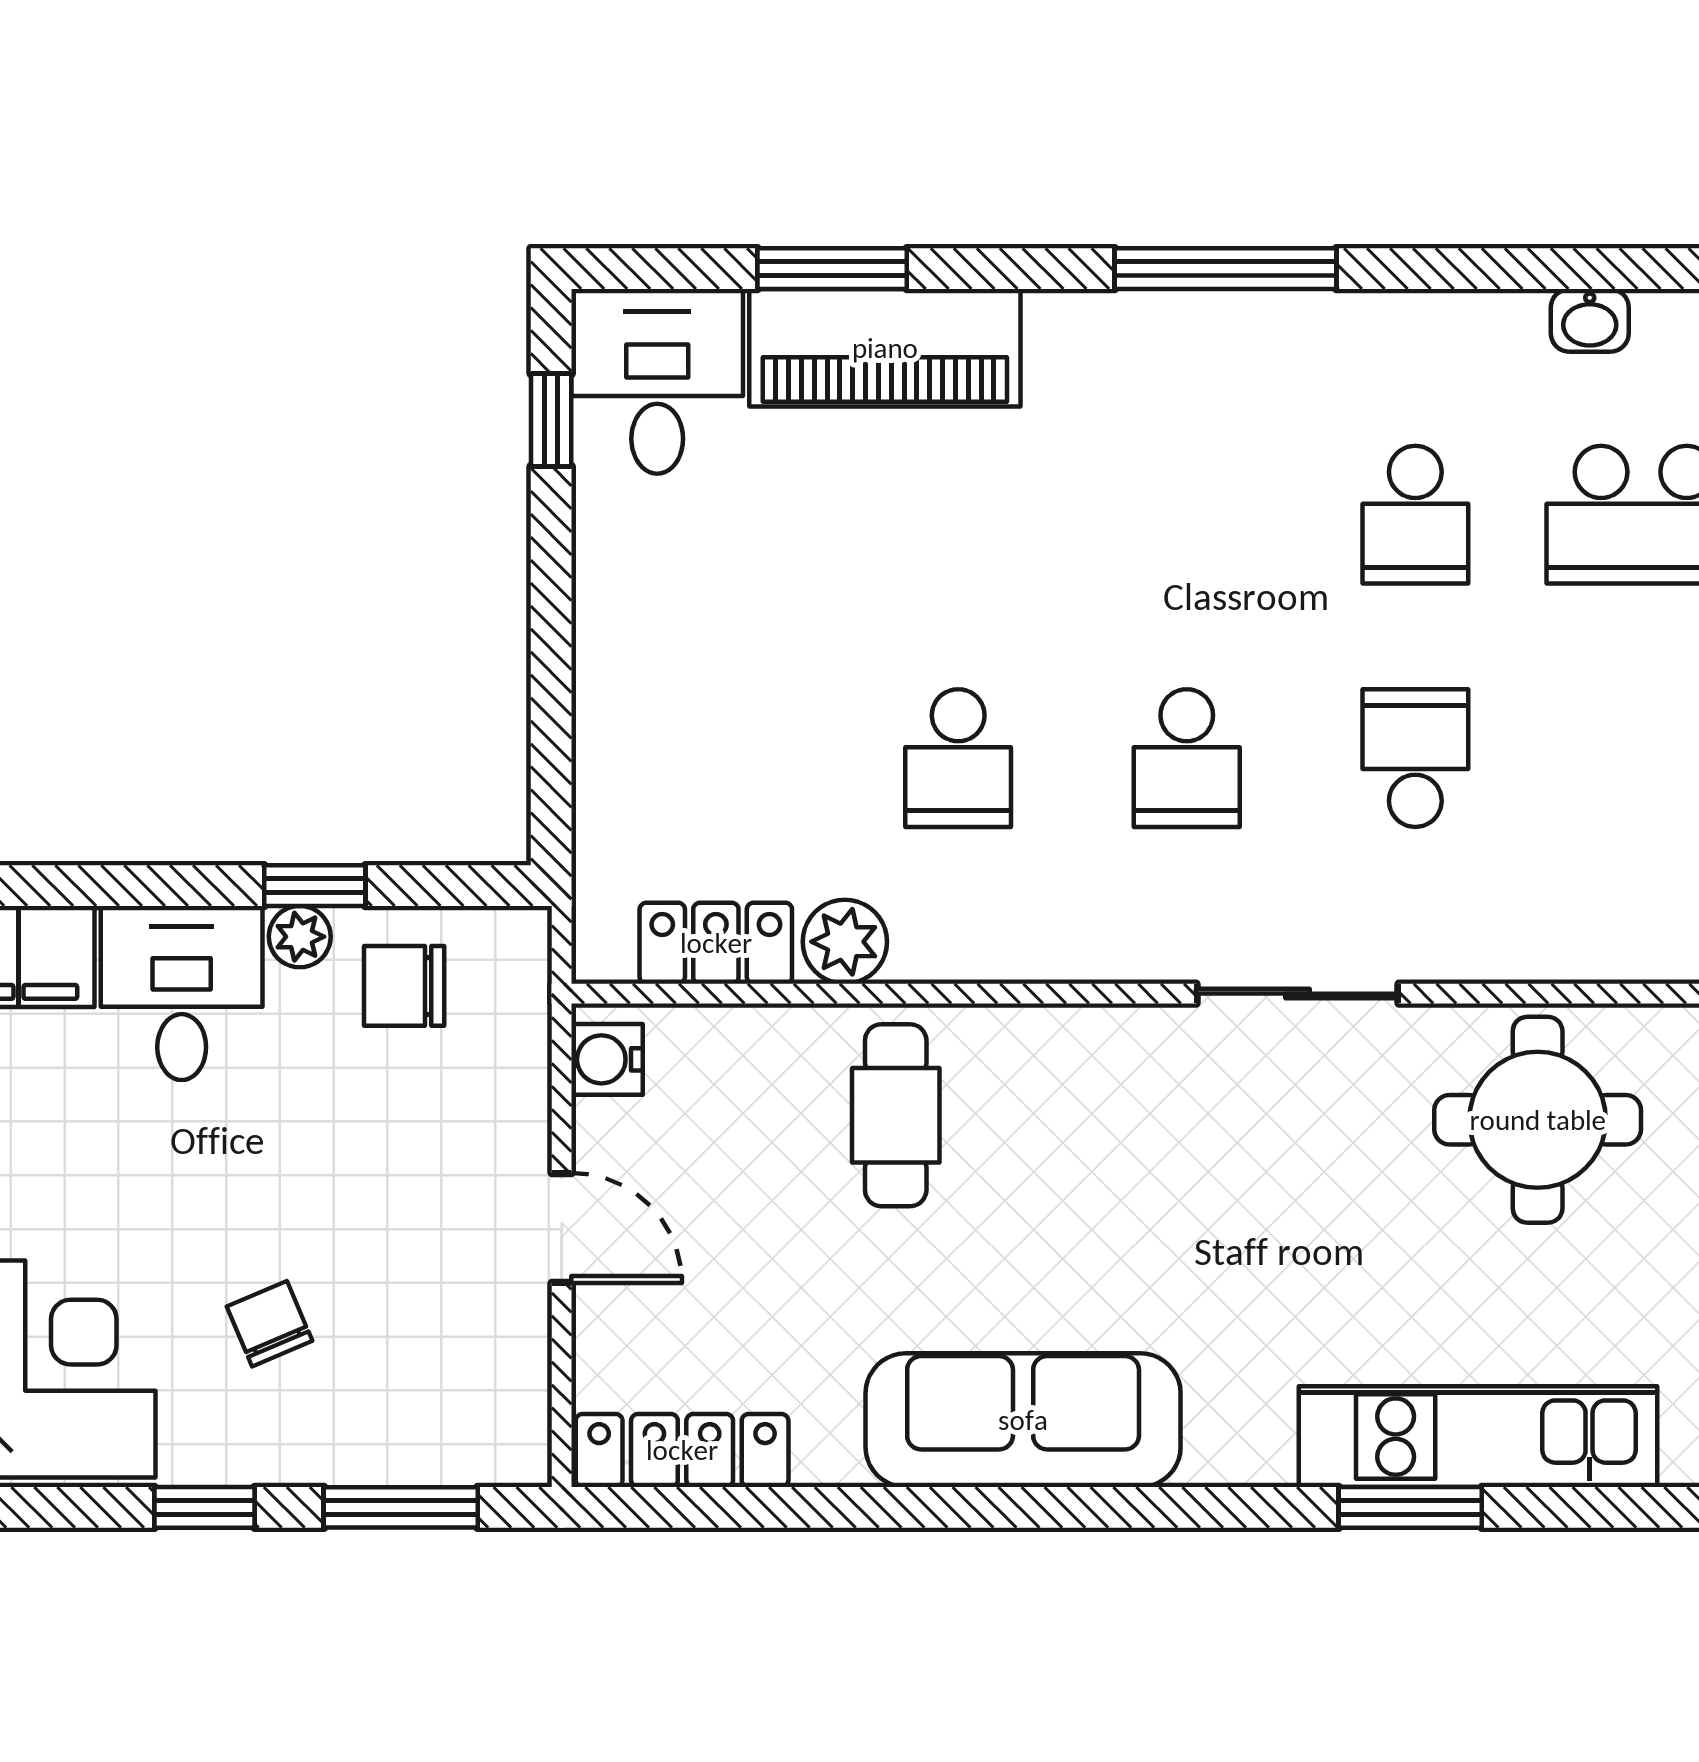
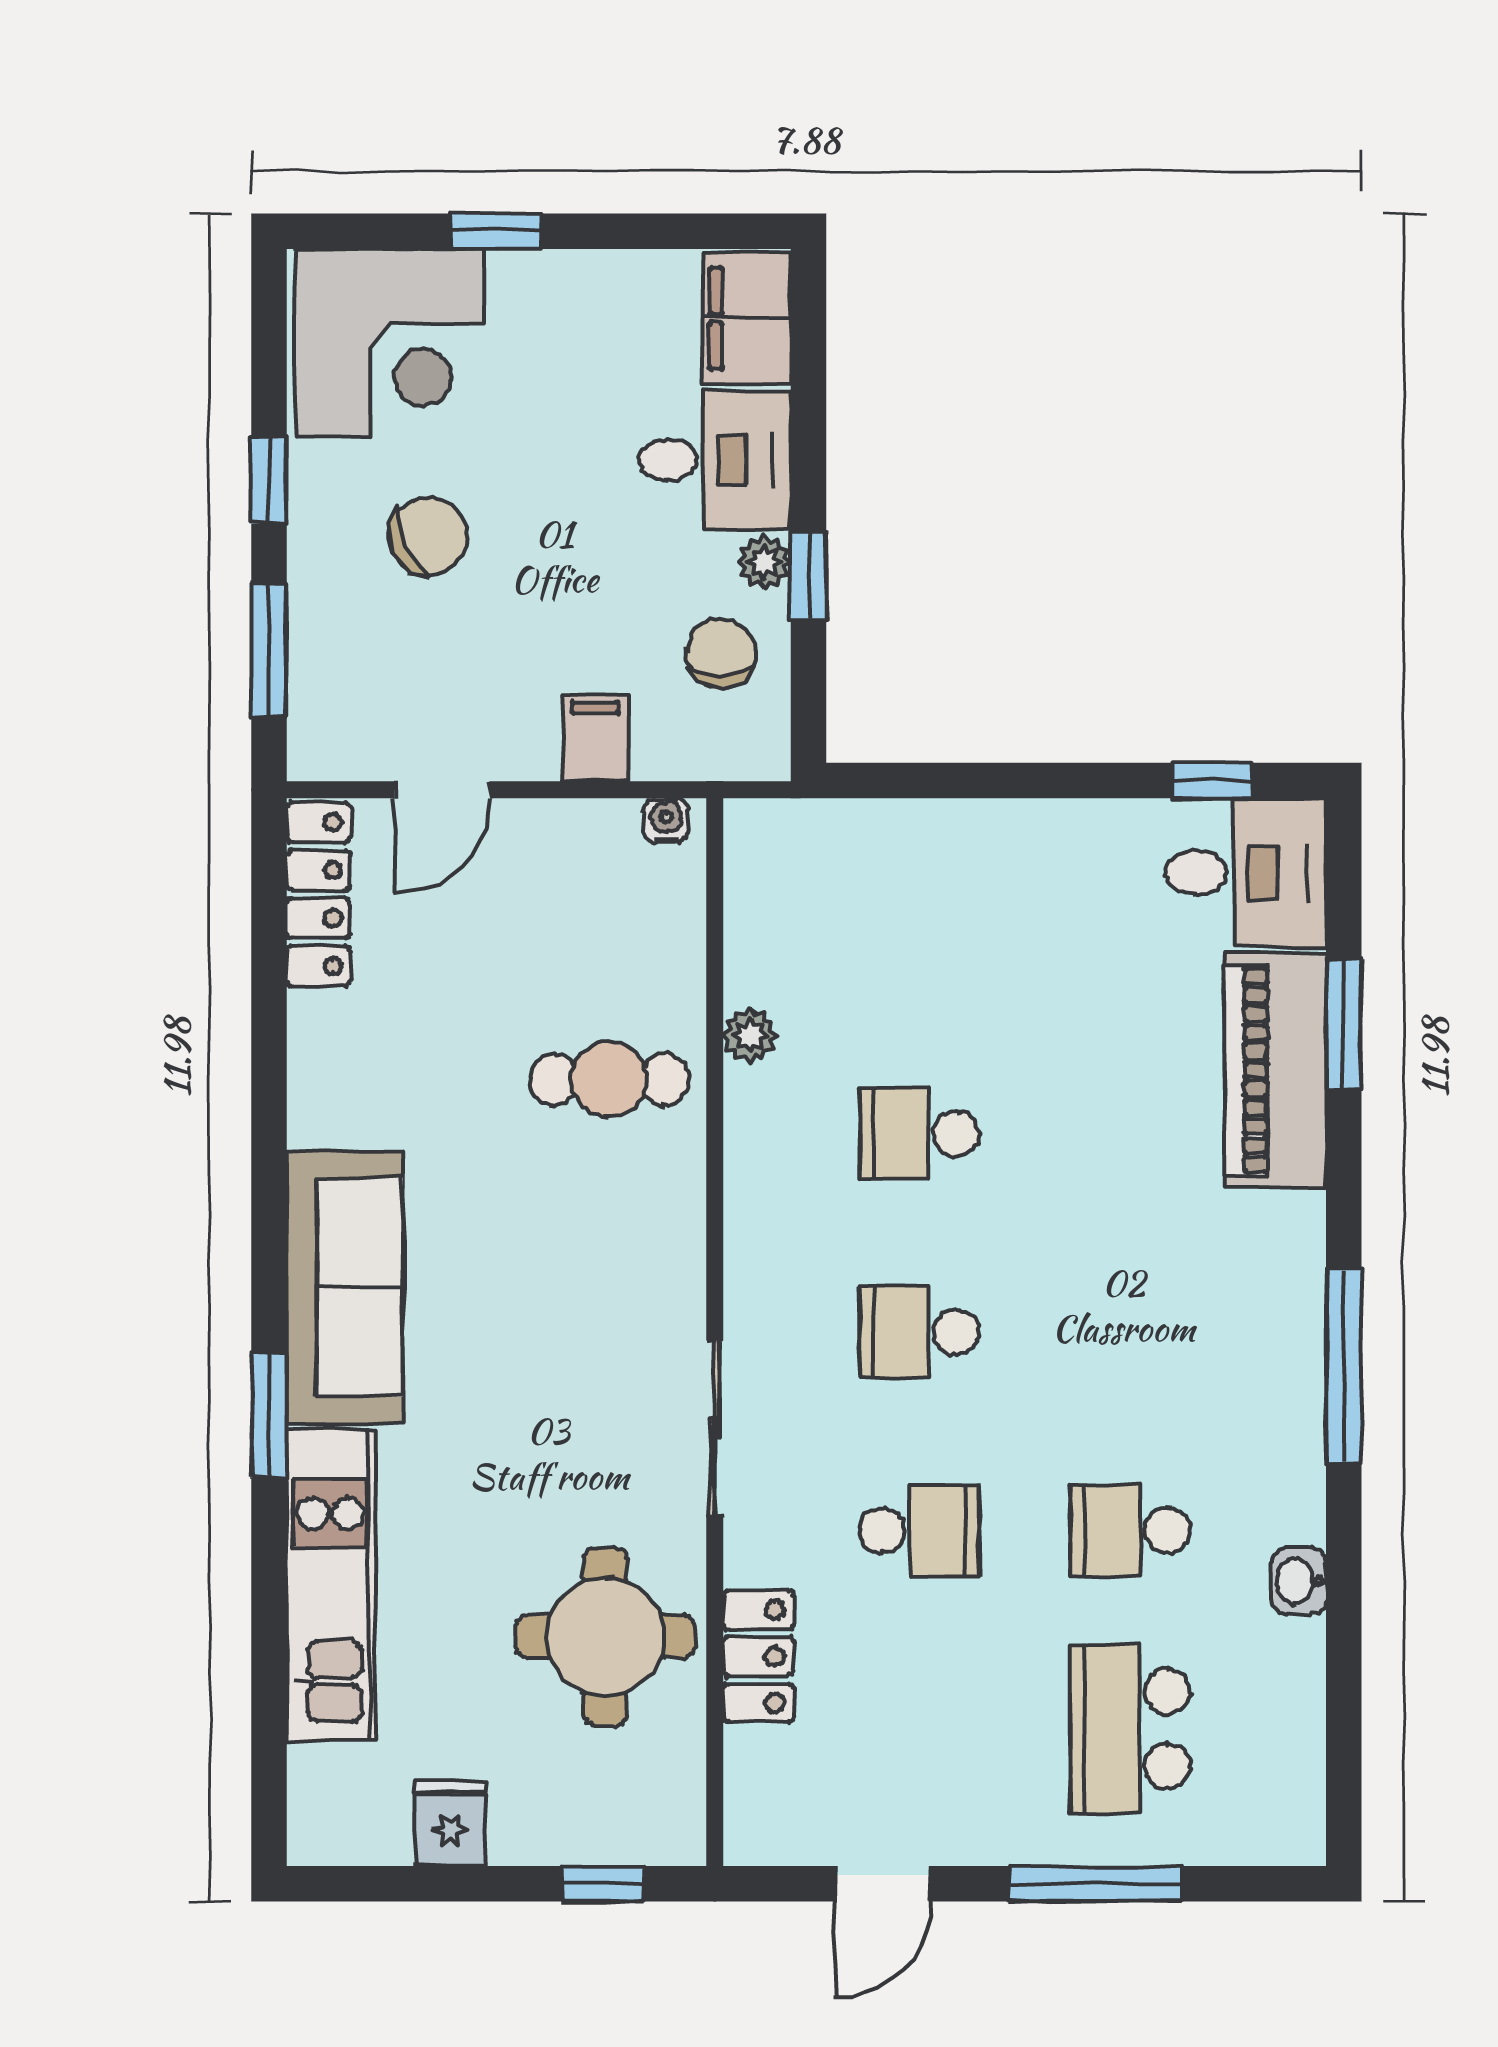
washbasin: (1590, 320) -> (1299, 1581), moved
plant: (845, 942) -> (750, 1035), width x0.73, depth x0.73
locker: (716, 943) -> (759, 1657), moved
water cooler: (607, 1059) -> (666, 820), width x0.72, depth x0.72
filing cabinet: (502, 1131) -> (595, 738), added
door: (562, 1228) -> (442, 790), moved
chair: (269, 1324) -> (428, 536), width x1.37, depth x1.37
sofa: (1023, 1420) -> (345, 1287), moved
window: (1410, 1507) -> (269, 1415), moved

